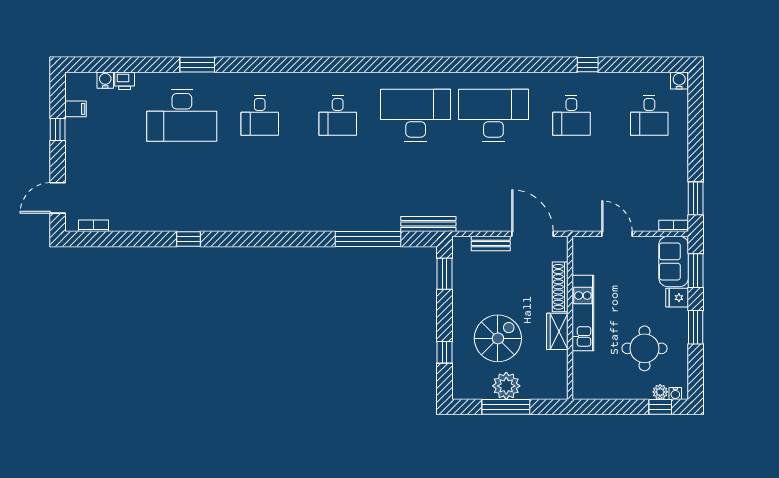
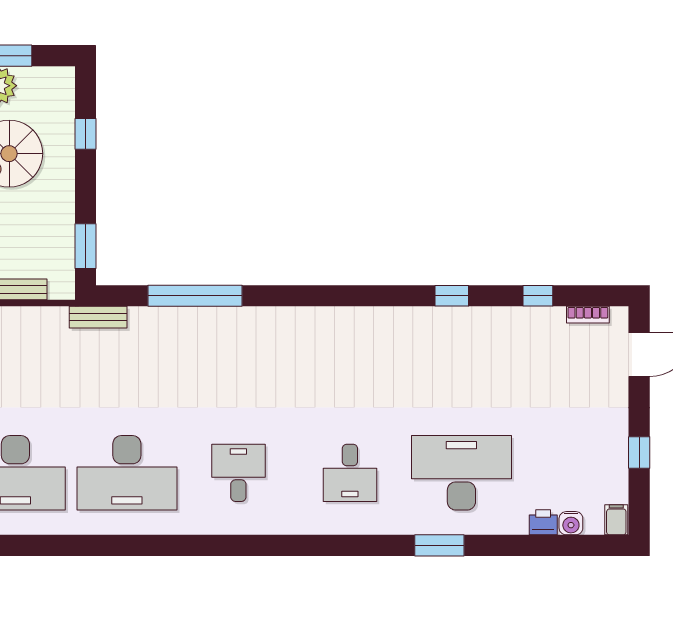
filing cabinet: (76, 109) -> (616, 520), moved, turned 90
desk: (260, 115) -> (350, 473), turned 180
bench: (428, 224) -> (98, 317), width x0.73
window: (128, 239) -> (538, 296), added

